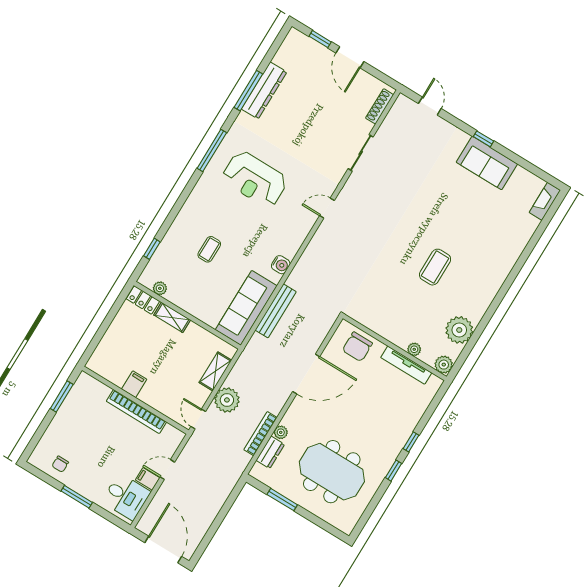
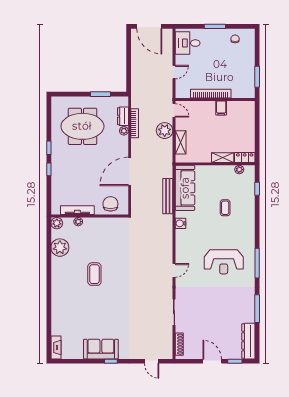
dresser: (264, 90) -> (248, 341), moved
reception desk: (255, 179) -> (224, 262), turned 180
filing cabinet: (148, 479) -> (182, 60), removed

